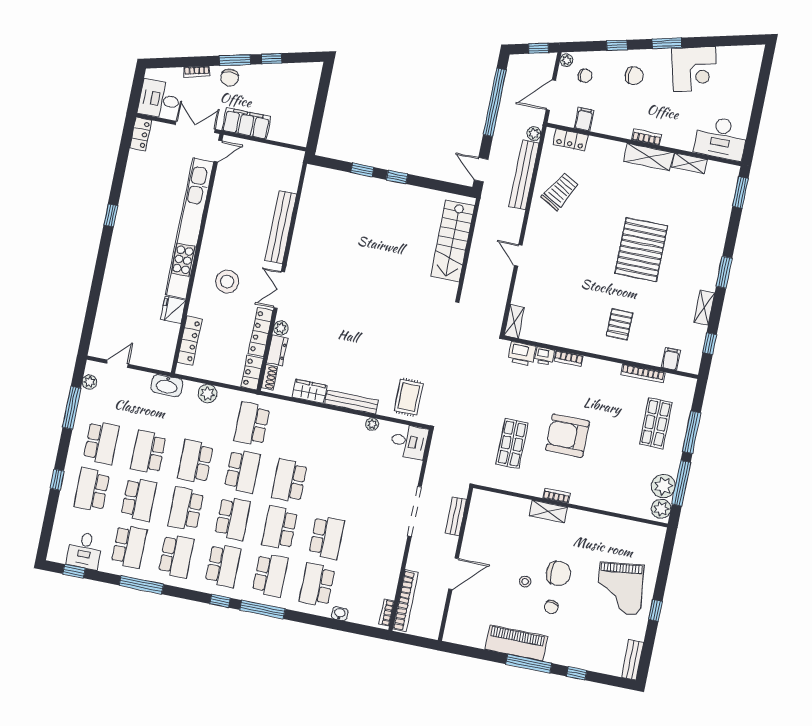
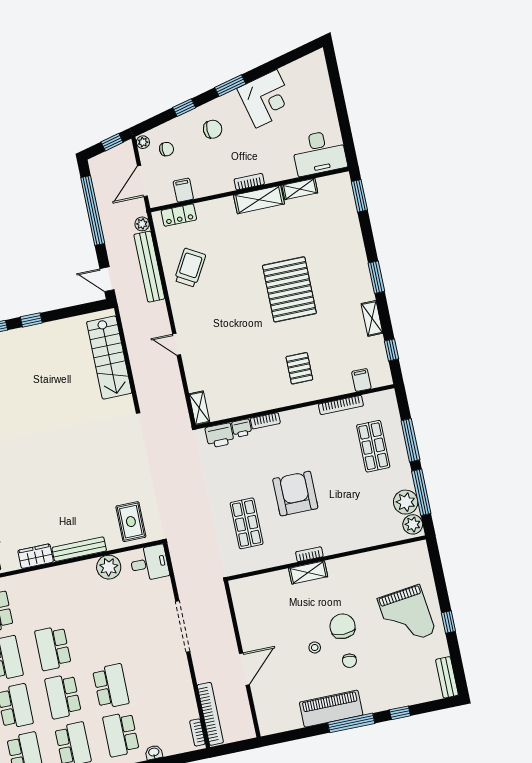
plant: (372, 424) -> (109, 567), width x1.87, depth x1.87
armchair: (567, 436) -> (295, 494), turned 90
bench: (456, 516) -> (223, 614), removed
chair: (558, 573) -> (343, 626), turned -90

